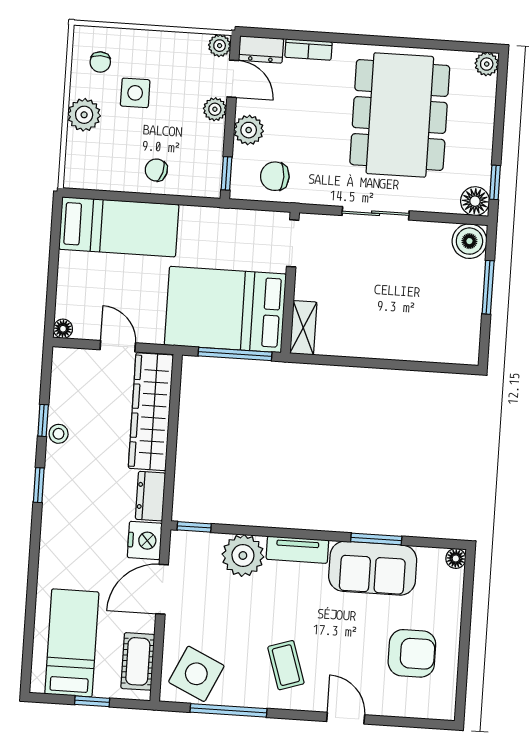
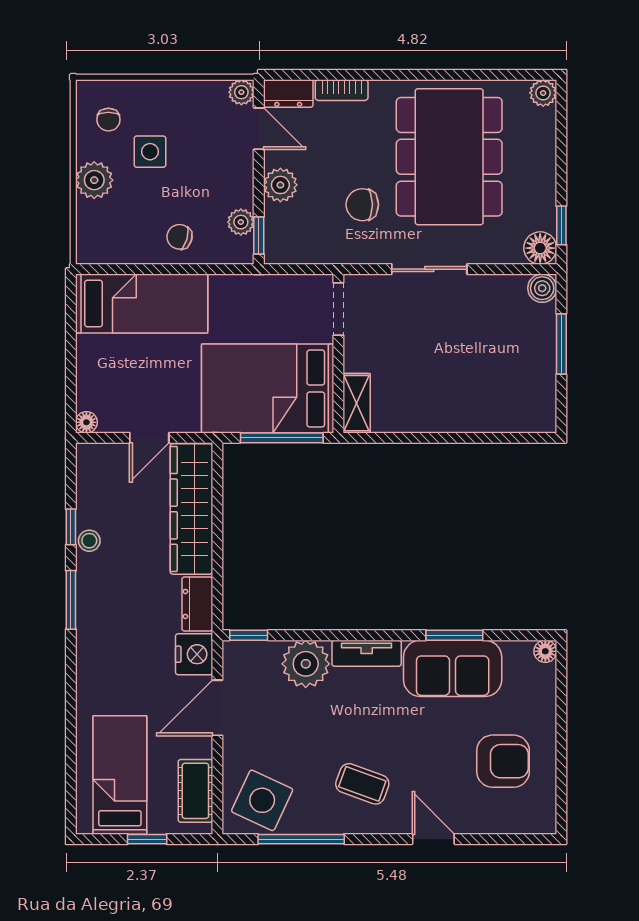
plant: (215, 109) -> (241, 222), moved
chair: (275, 176) -> (362, 205), moved
boiler: (469, 241) -> (542, 288), width x0.73, depth x0.73
door: (118, 346) -> (149, 438), swing flipped
window: (39, 485) -> (71, 600), width x1.50
coffee table: (286, 665) -> (362, 784), turned -52

